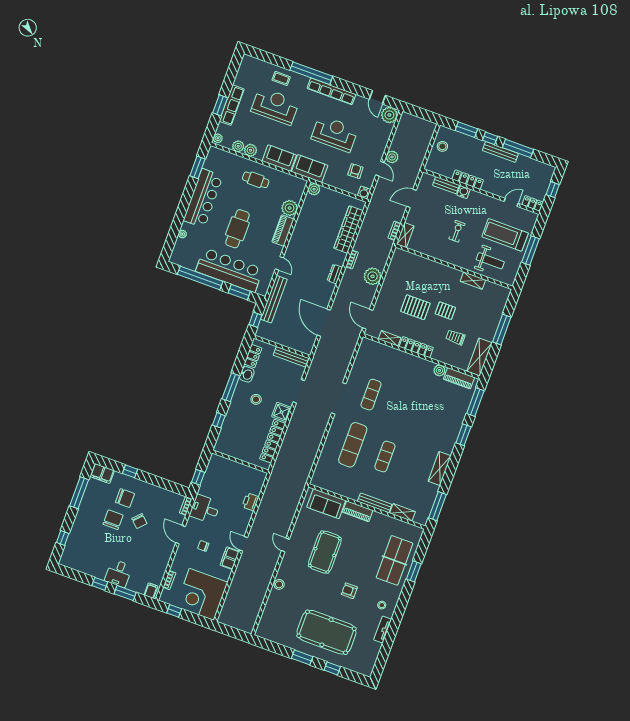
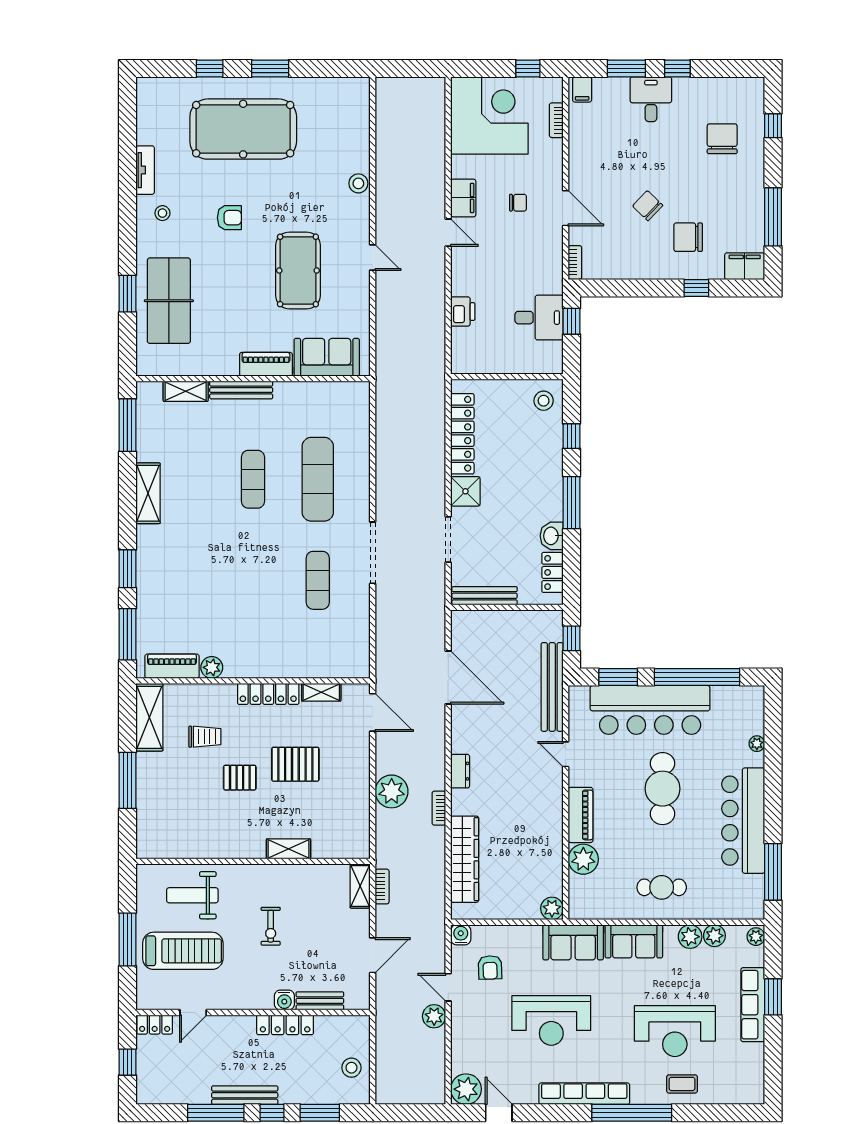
window: (198, 167) -> (773, 872), width x1.44
shelving: (473, 281) -> (289, 849), moved
stool: (256, 399) -> (544, 401), moved
desk: (205, 509) -> (539, 318), moved
chair: (113, 520) -> (722, 139), moved, turned 180

